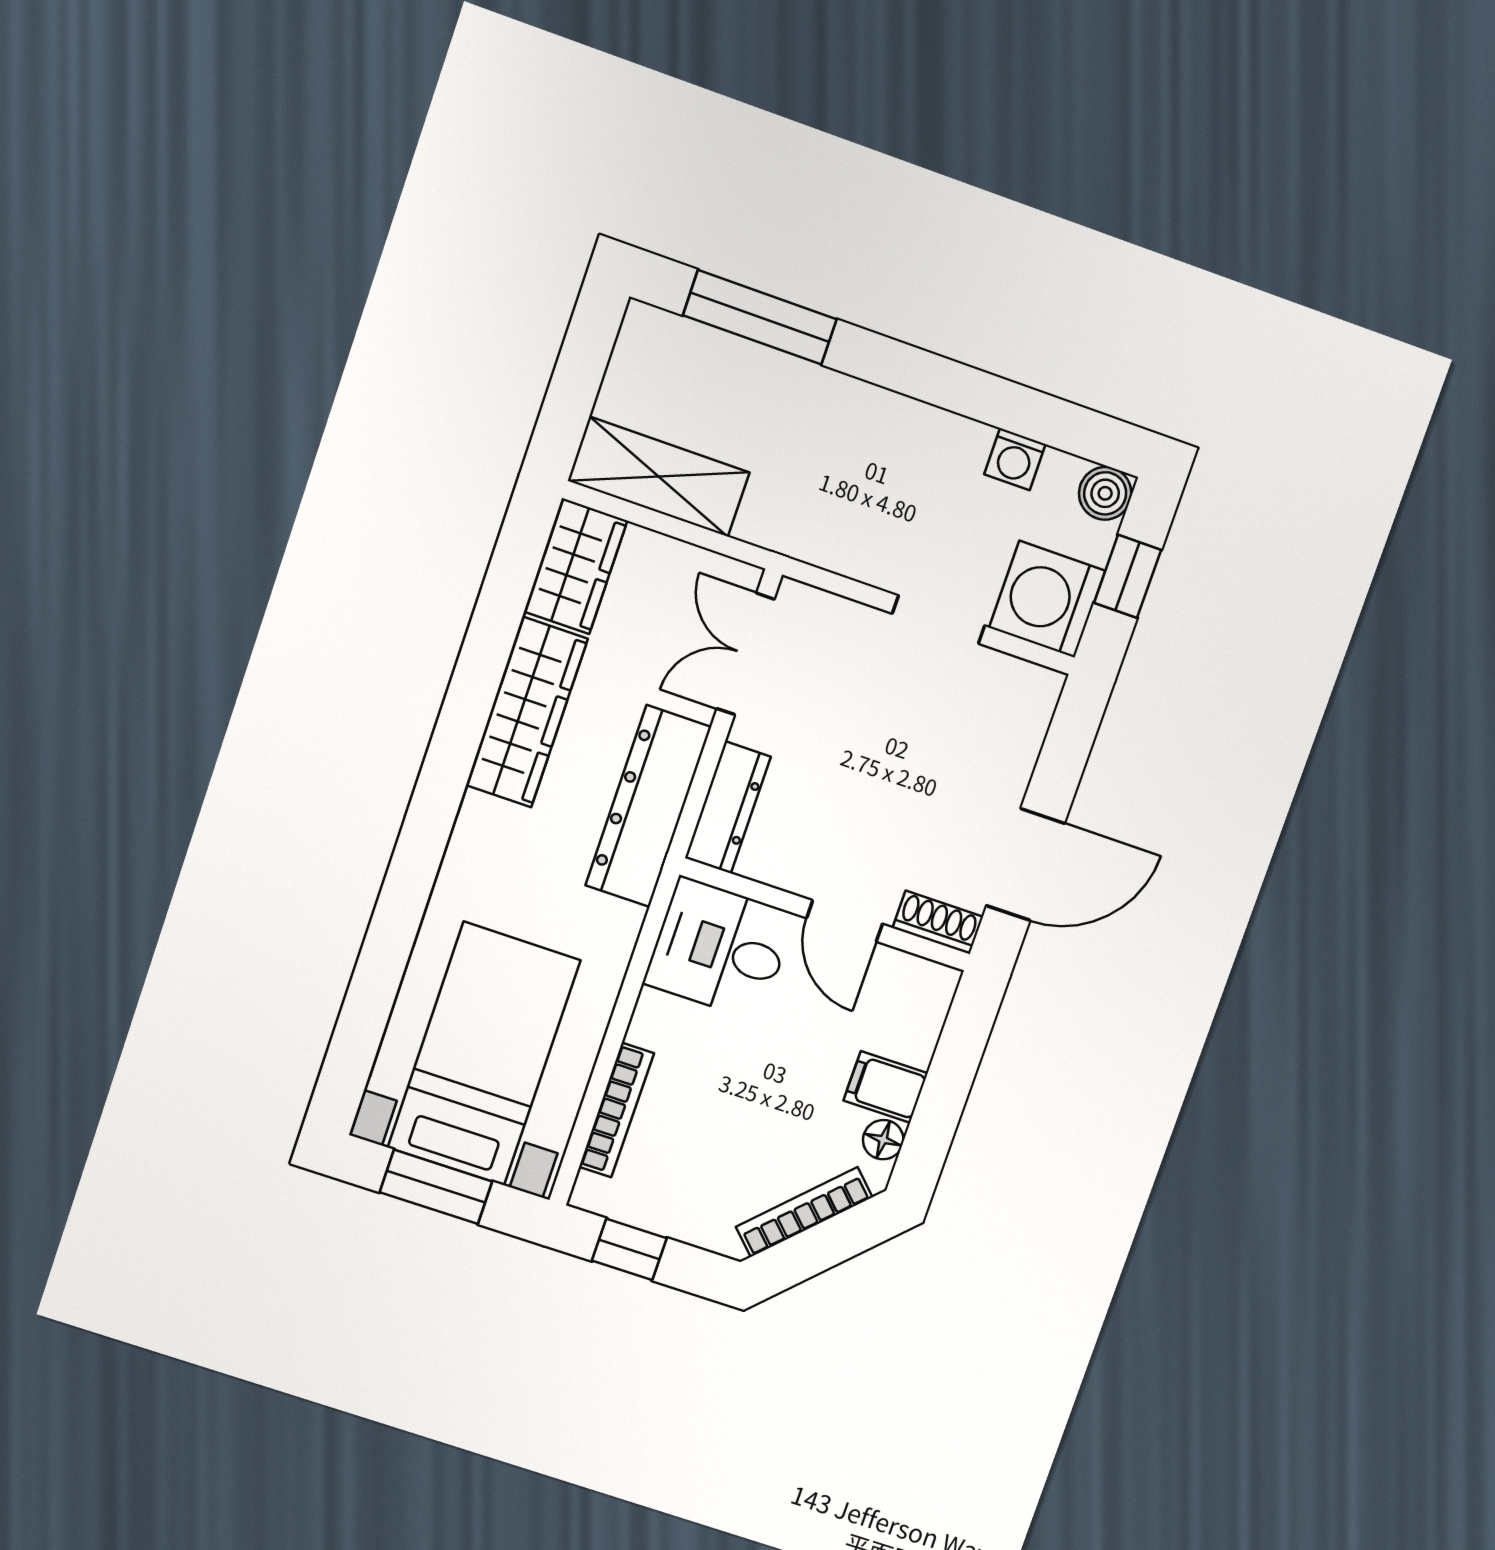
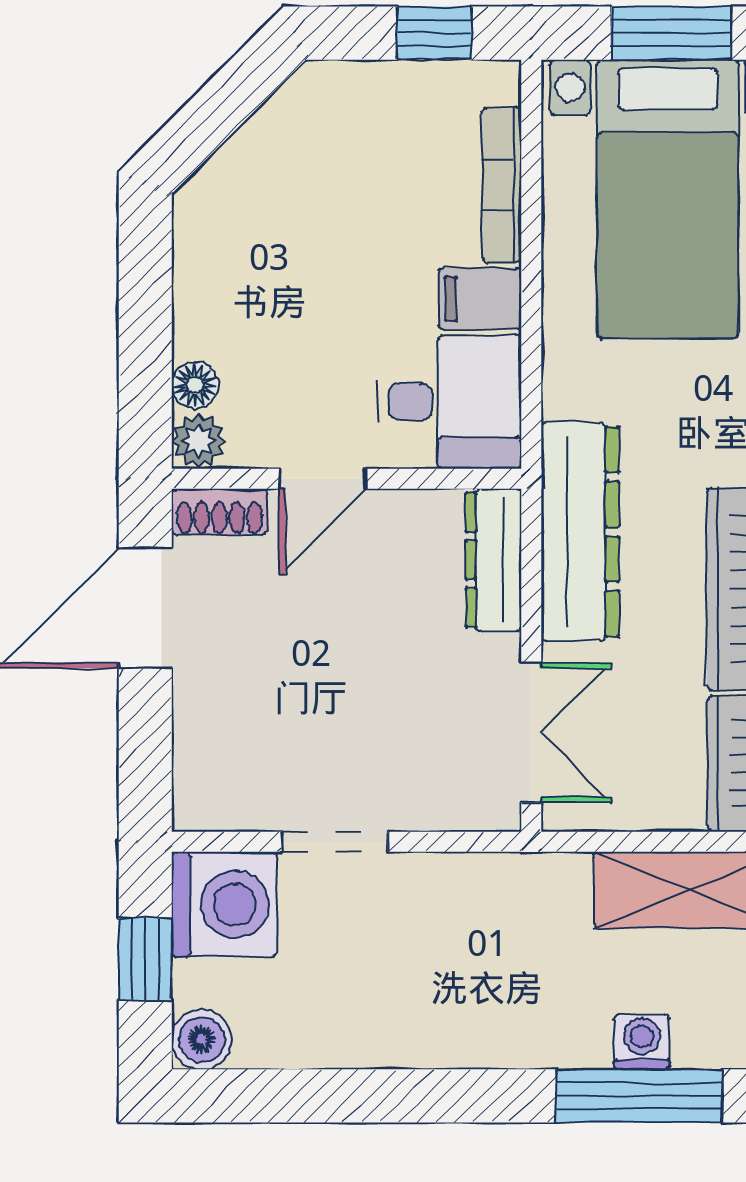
washing machine: (1015, 459) -> (642, 1042), moved
door: (844, 921) -> (323, 479), swing flipped
plant: (934, 985) -> (199, 441), added
filing cabinet: (886, 1087) -> (480, 299), moved, turned 180
floor lamp: (883, 1140) -> (195, 385), moved
bookcase: (804, 1212) -> (255, 139), removed

